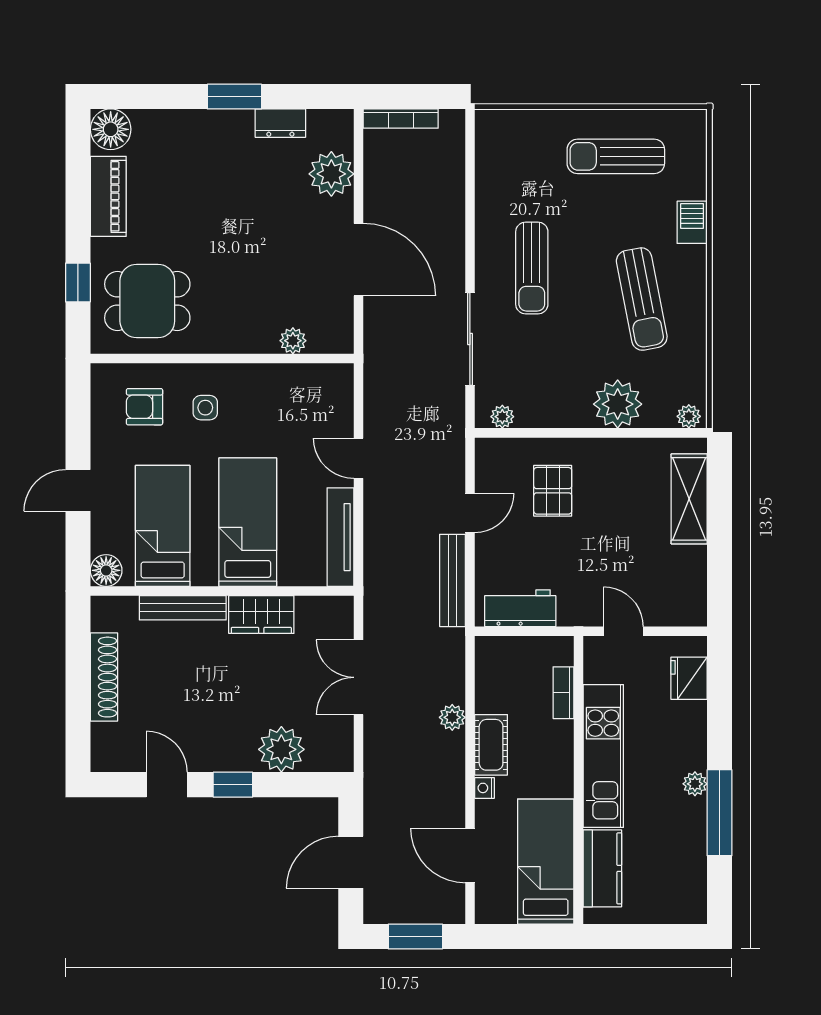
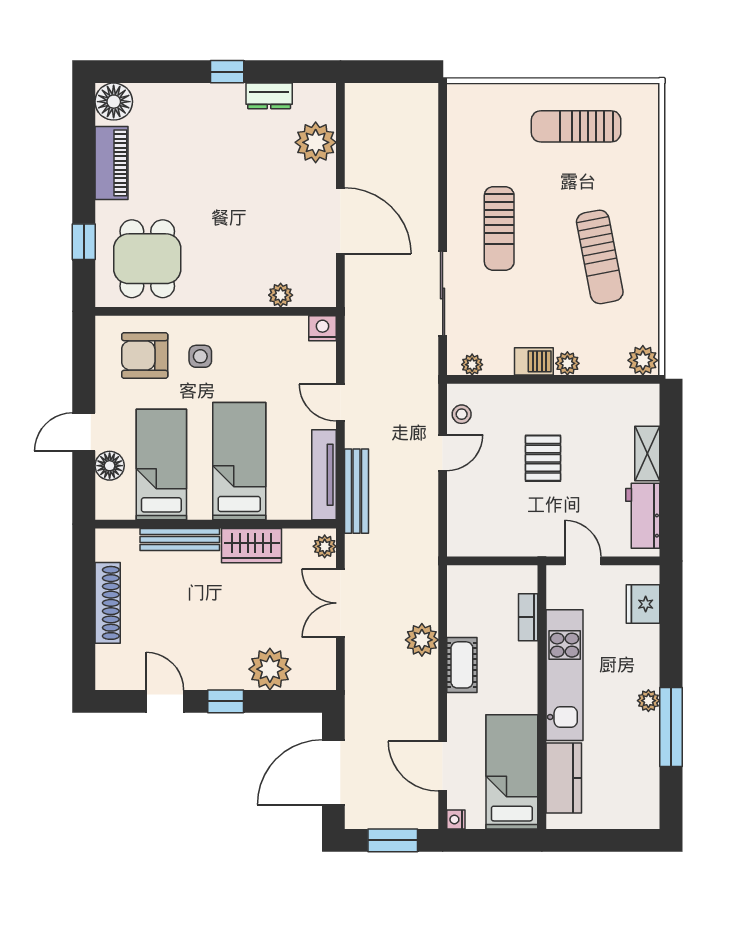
window: (234, 97) -> (227, 72), width x0.67
bookcase: (401, 119) -> (379, 92), removed
barbecue: (692, 222) -> (534, 361), moved, turned 90
dining table: (147, 301) -> (147, 259), turned 90
nightstand: (339, 377) -> (322, 328), added
plant: (618, 404) -> (567, 363), width x0.53, depth x0.53
armchair: (145, 407) -> (145, 355), width x1.38, depth x1.38
plant: (689, 416) -> (643, 360), width x1.38, depth x1.38
stool: (491, 471) -> (462, 414), added
pallet: (553, 491) -> (543, 458), moved
shelving: (689, 499) -> (647, 454), width x0.67, depth x0.75
floor lamp: (106, 570) -> (110, 466), moved
bench: (452, 580) -> (357, 491), moved
workbench: (520, 608) -> (643, 516), moved, turned -90
plant: (341, 615) -> (325, 546), added
plant: (452, 717) -> (422, 640), width x1.38, depth x1.38
nightstand: (484, 788) -> (456, 819), moved
door: (351, 862) -> (333, 772), width x1.36

